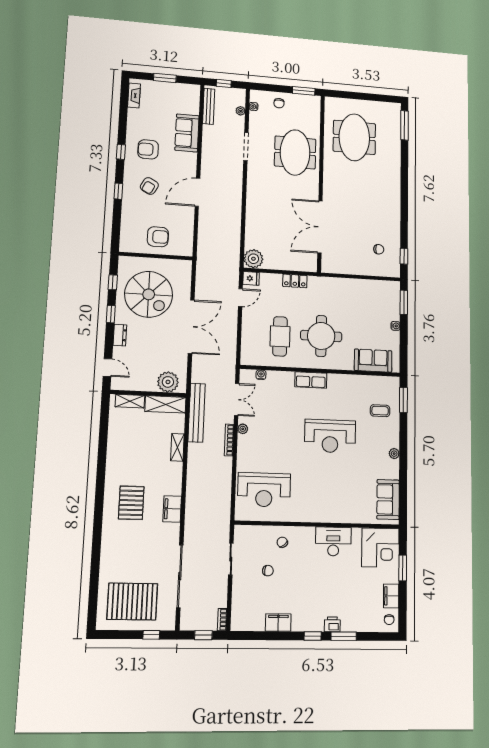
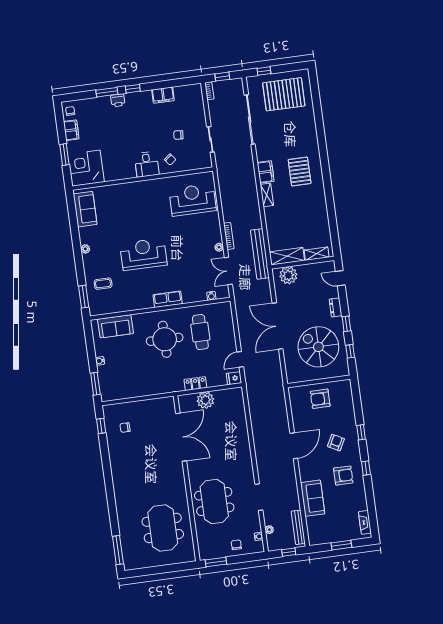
plant: (253, 259) -> (205, 400), moved
shelving: (177, 447) -> (267, 195), moved
desk: (333, 541) -> (147, 164), moved, width x0.73

